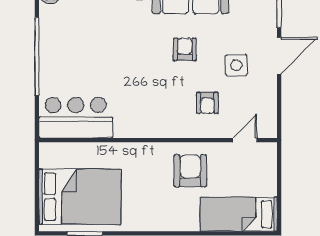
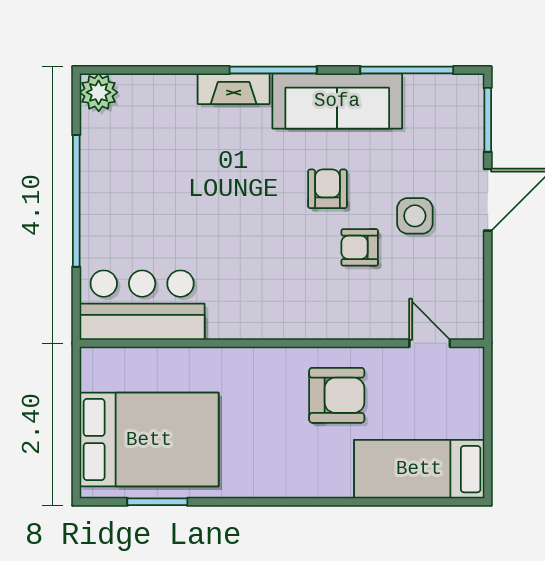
armchair: (207, 103) -> (360, 247), moved, turned 90
door: (245, 140) -> (430, 343), hinge flipped
armchair: (190, 171) -> (337, 395), turned 90

